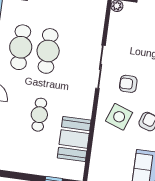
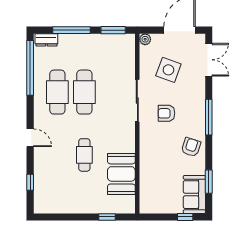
side table: (119, 117) -> (168, 70), moved

